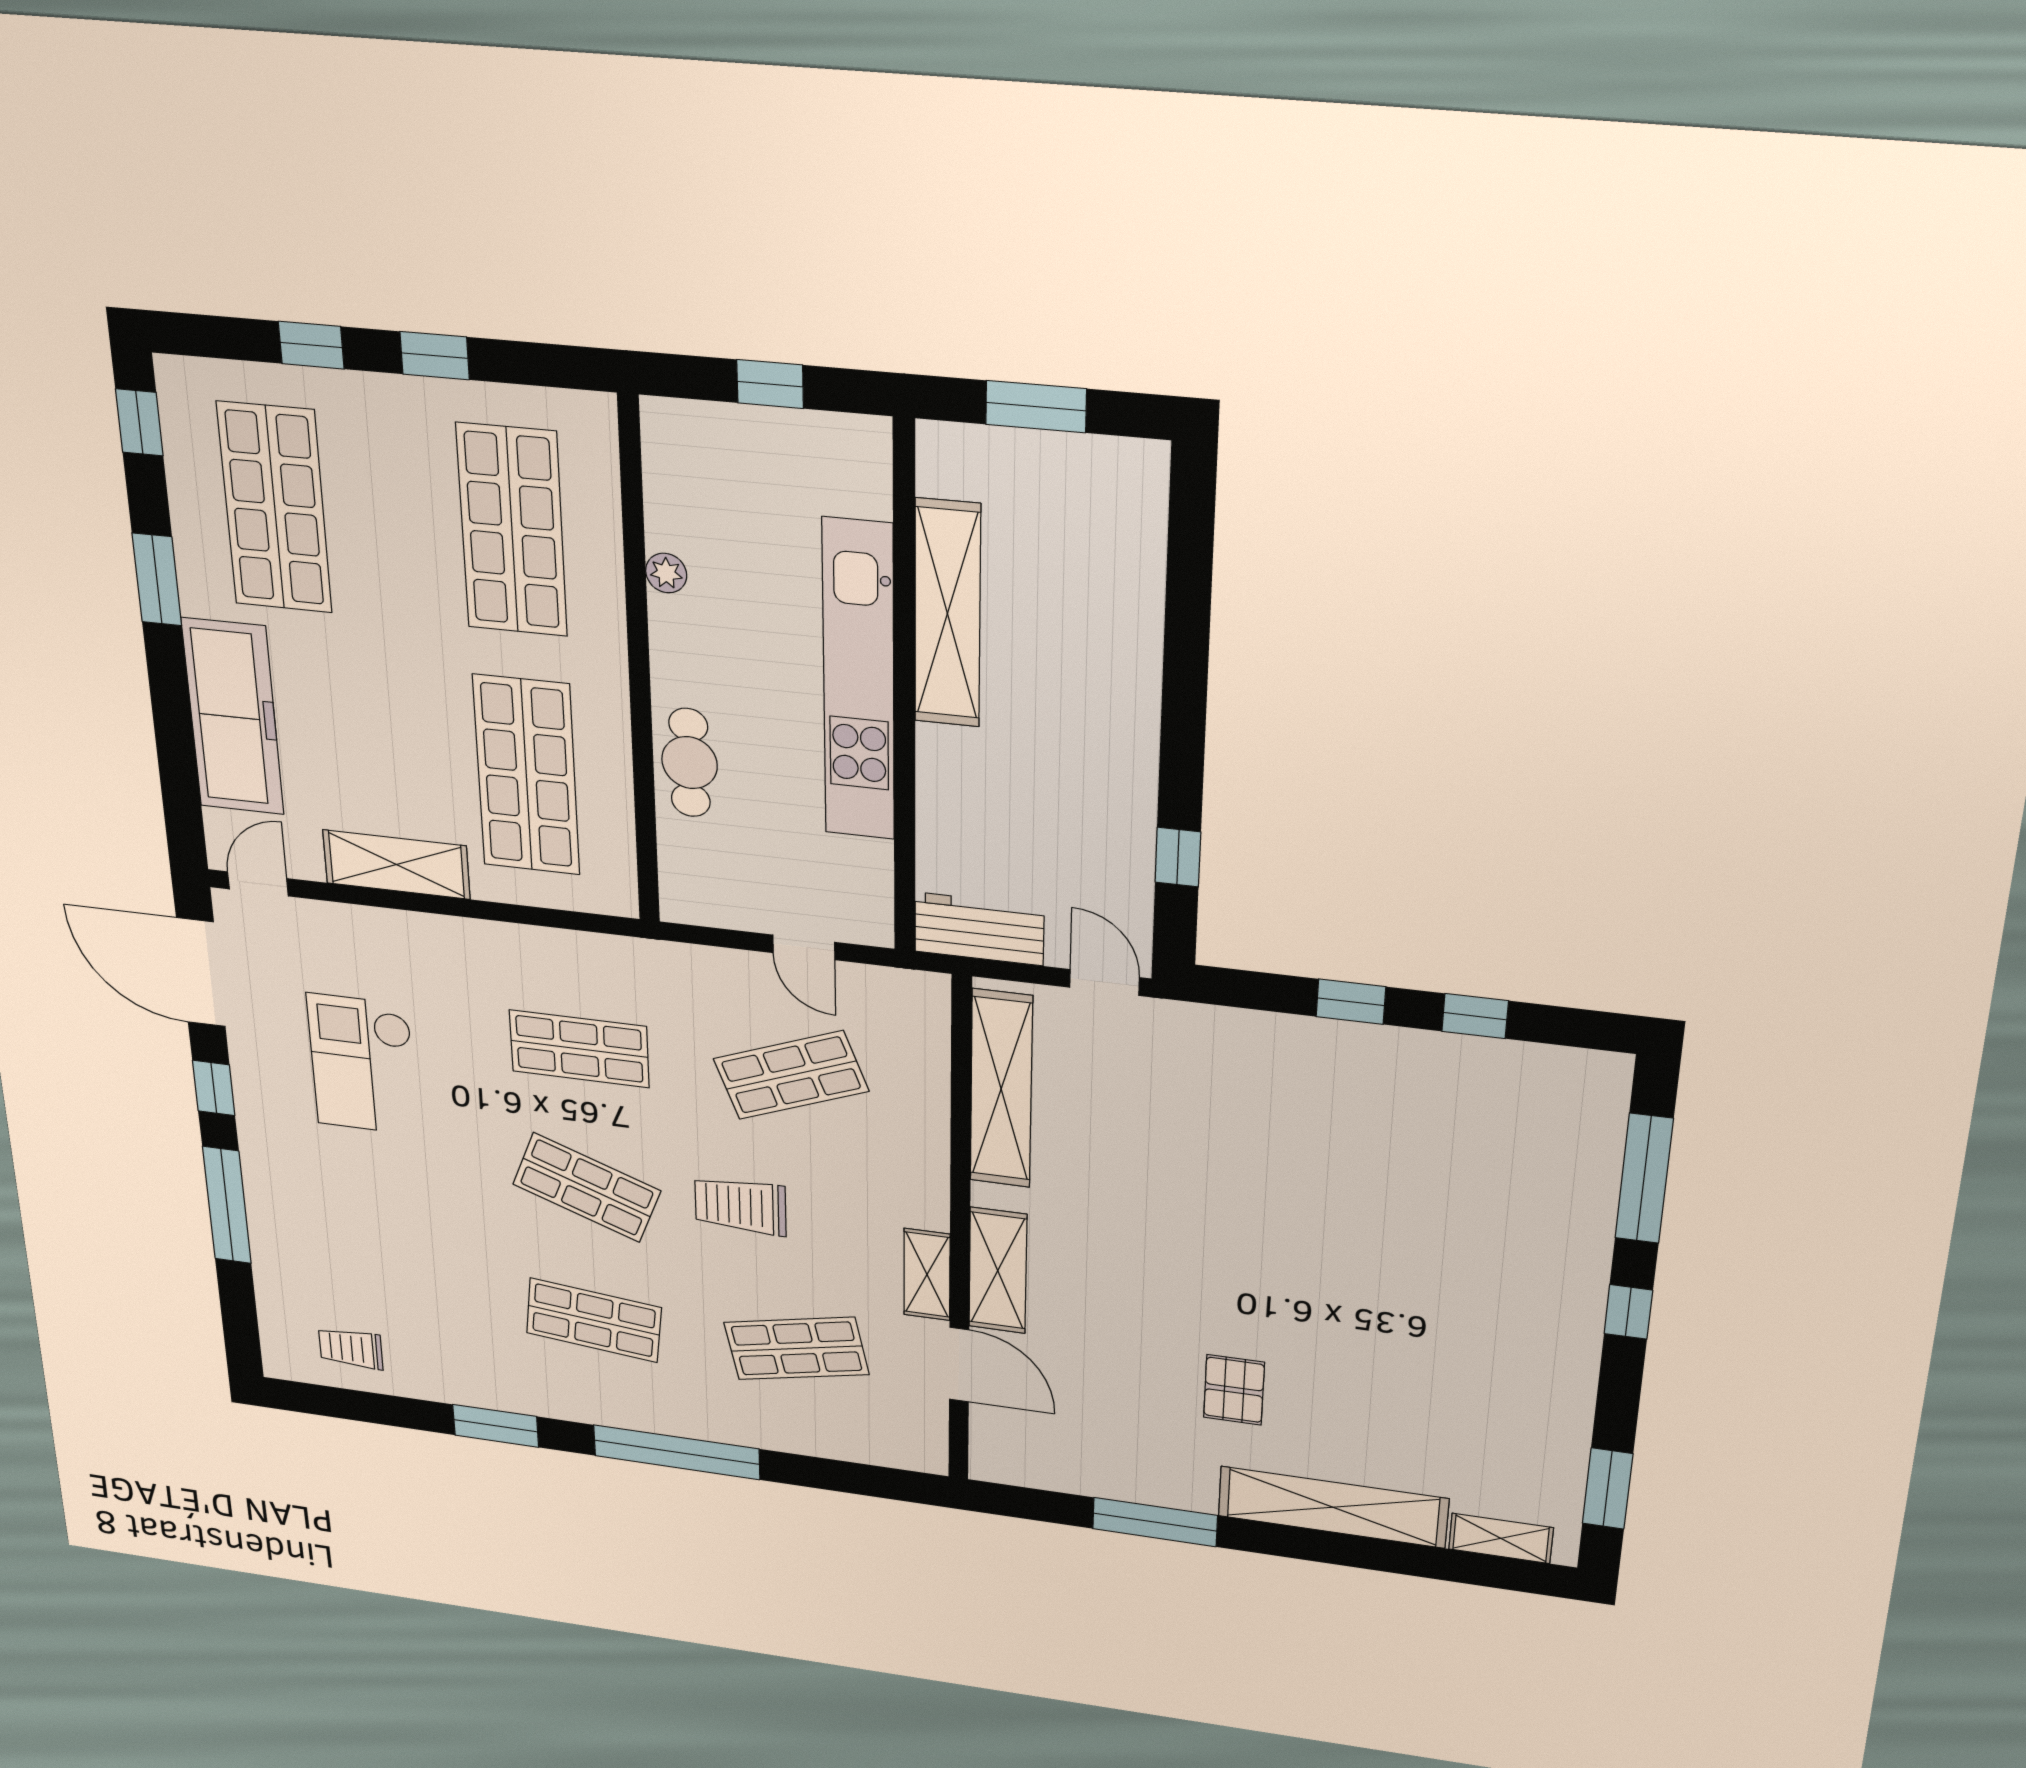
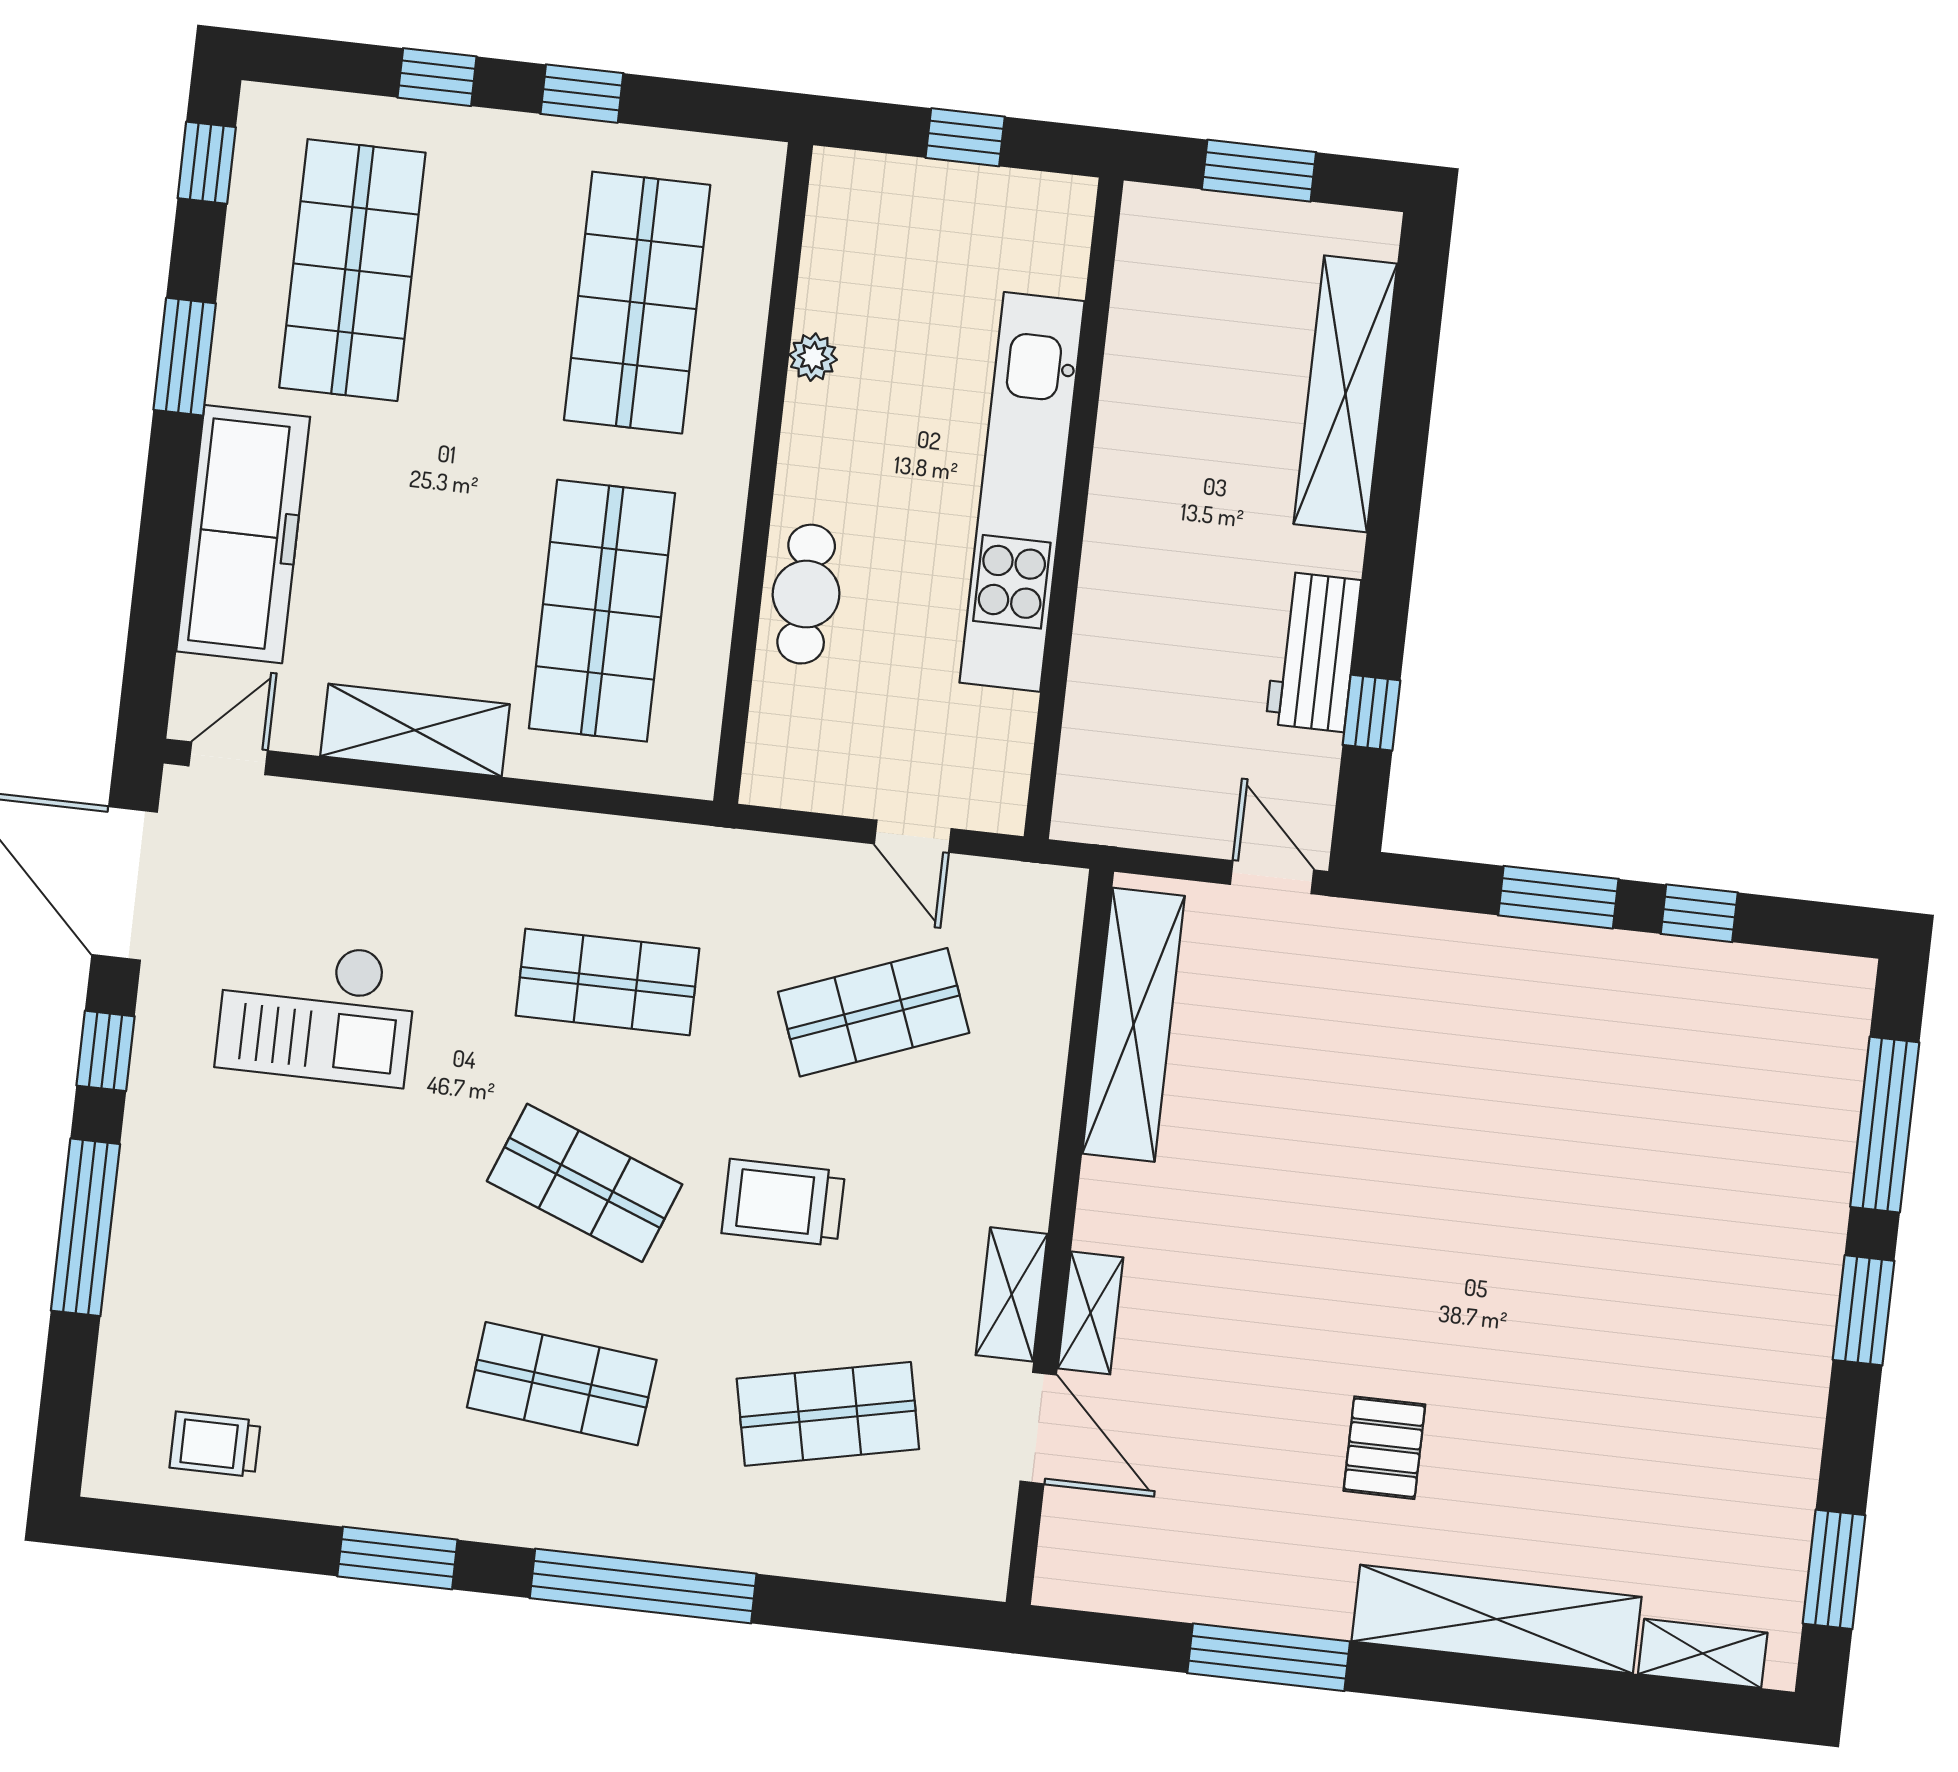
shelving: (947, 614) -> (1345, 394), moved
workbench: (979, 929) -> (1313, 652), moved, turned -90
window: (1351, 1002) -> (1558, 897), width x1.50
checkout: (363, 1064) -> (316, 1011), turned -90
shelving: (998, 1271) -> (1091, 1313), width x0.67, depth x0.75
window: (1628, 1312) -> (1864, 1310), width x1.50

